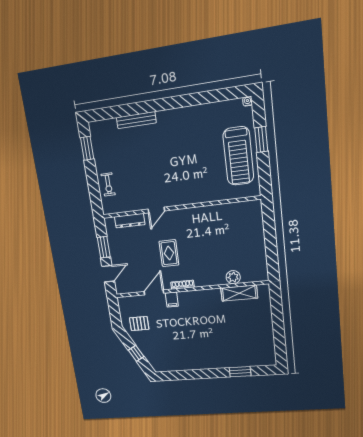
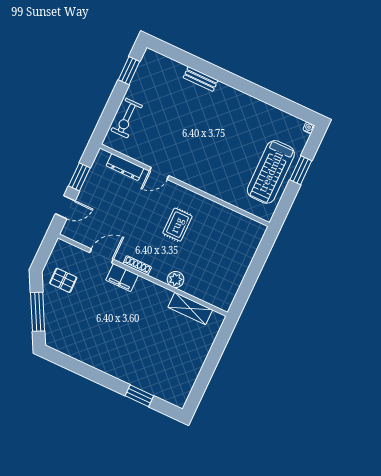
bench: (136, 120) -> (201, 79), width x0.73
exercise bike: (108, 185) -> (127, 118), width x1.38, depth x1.39
rug: (169, 253) -> (177, 225), moved
plant: (233, 277) -> (176, 279), moved
filing cabinet: (172, 300) -> (122, 278), width x2.00
window: (136, 353) -> (38, 312), width x2.17

